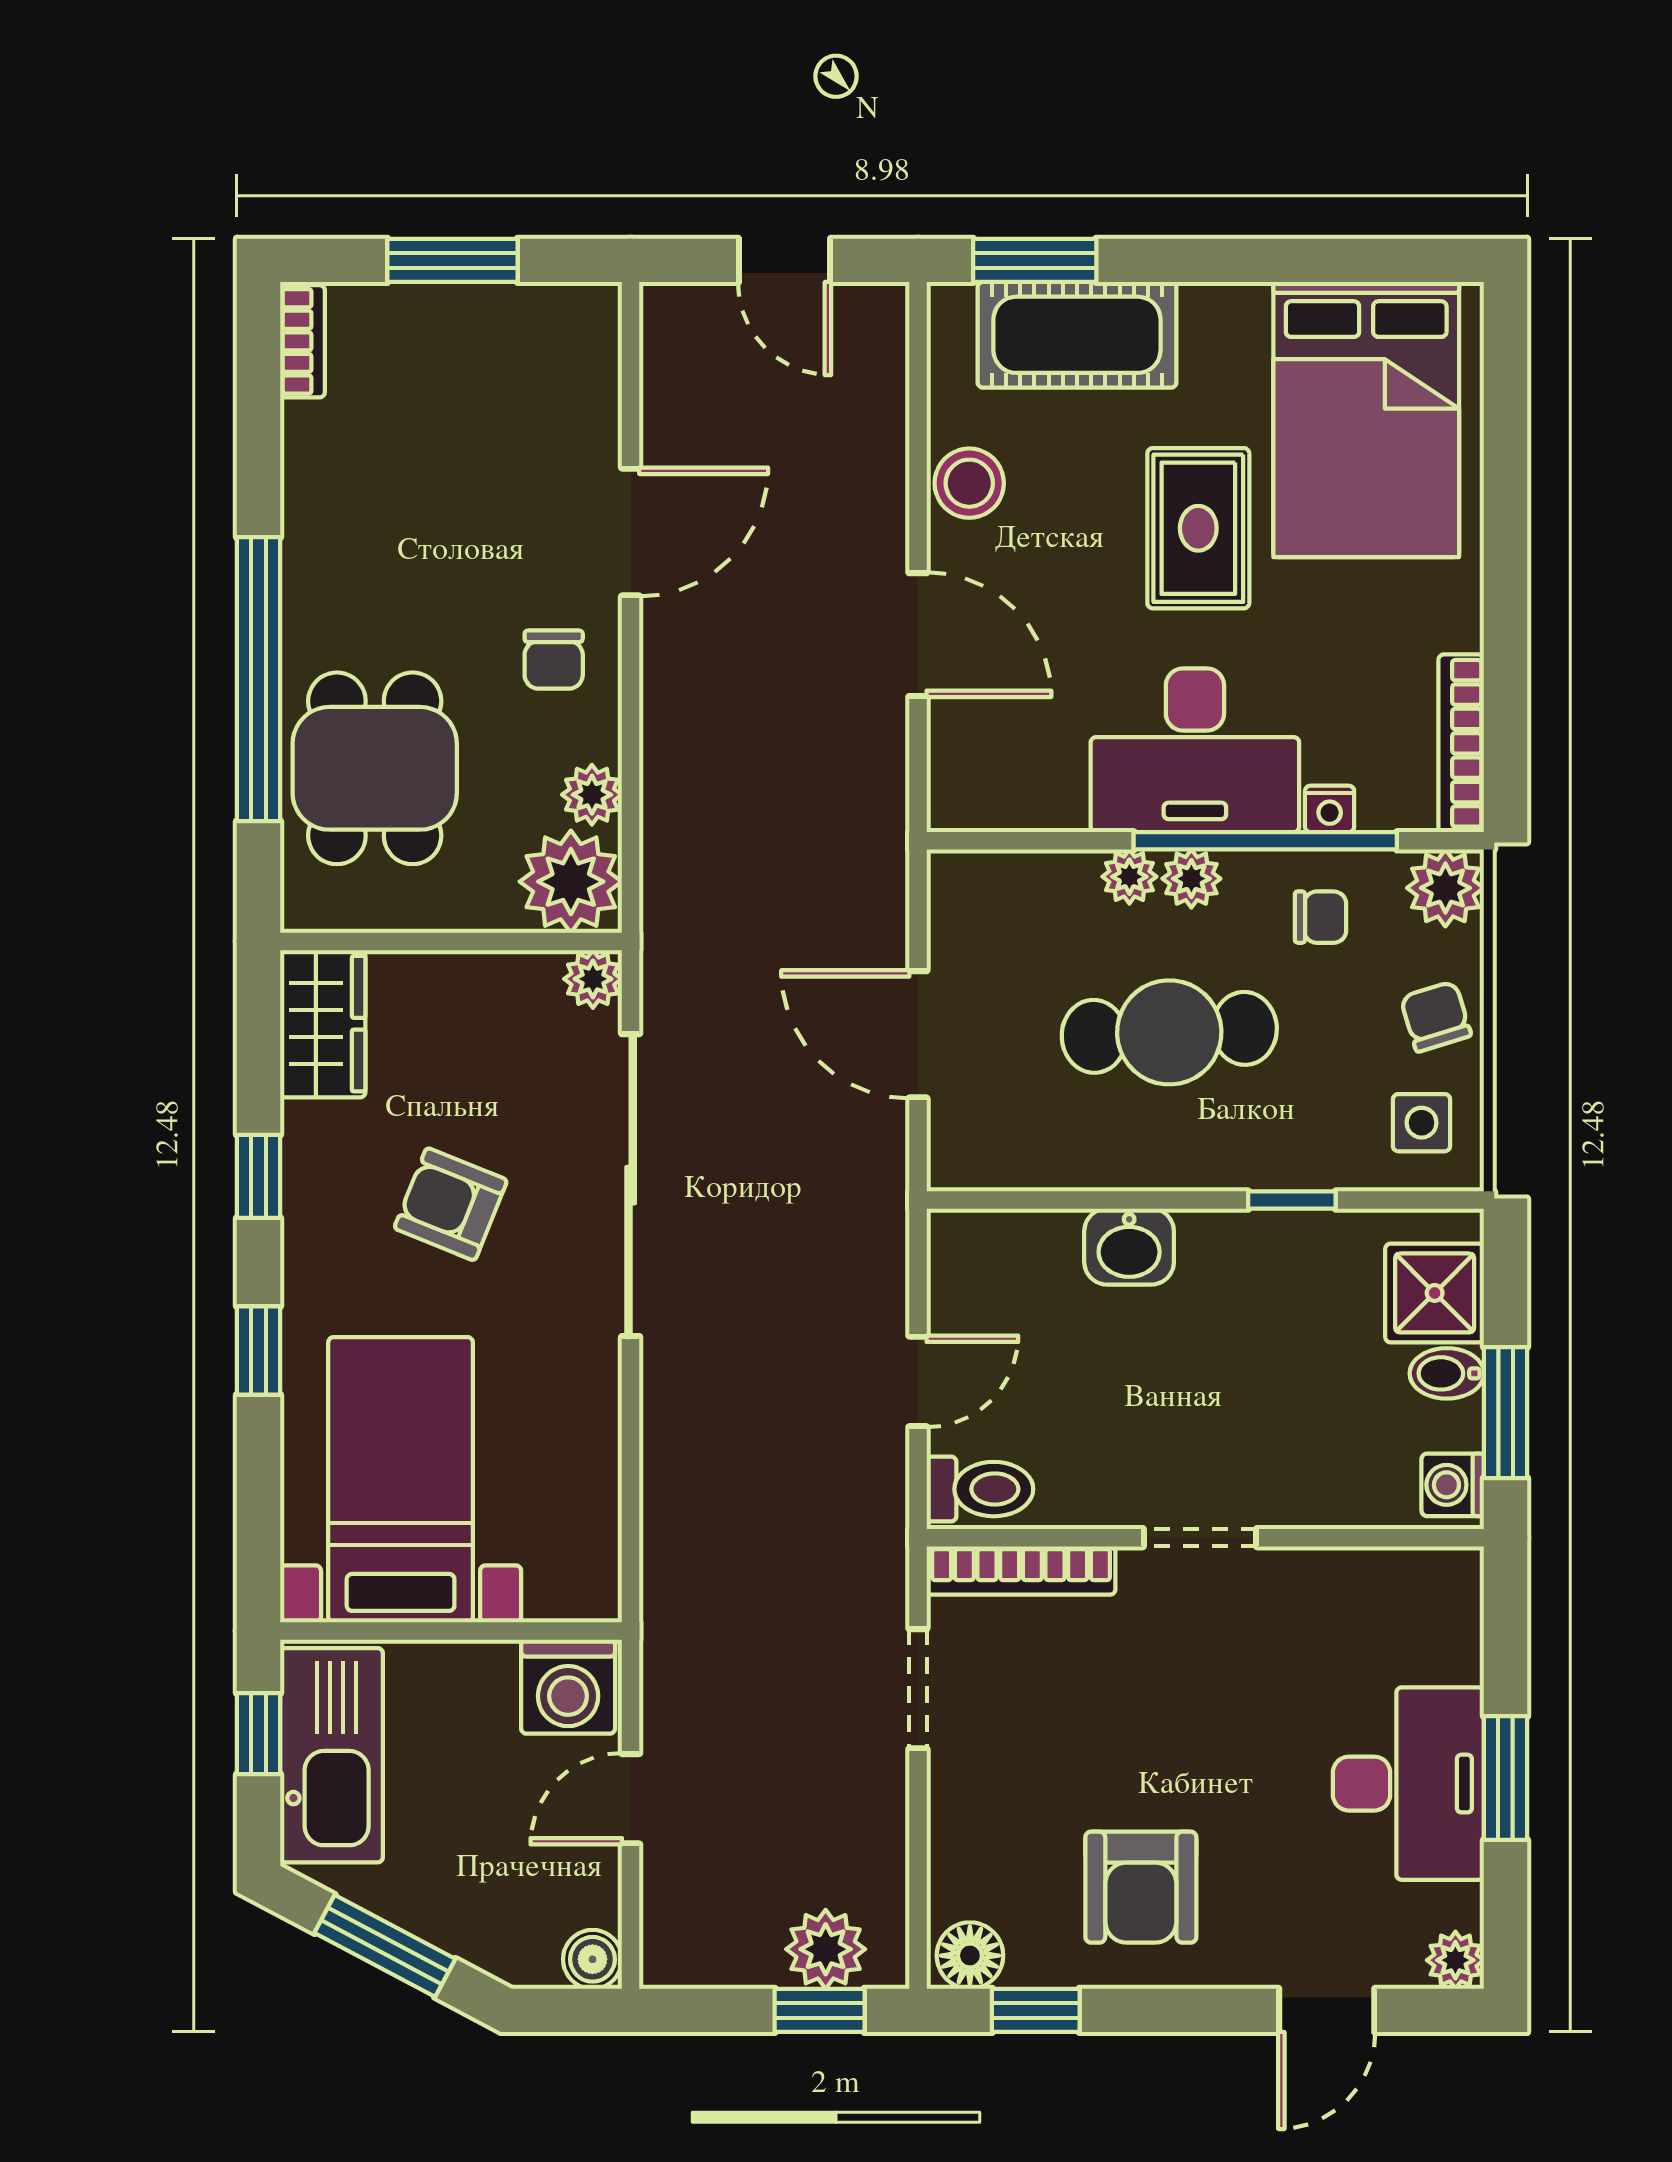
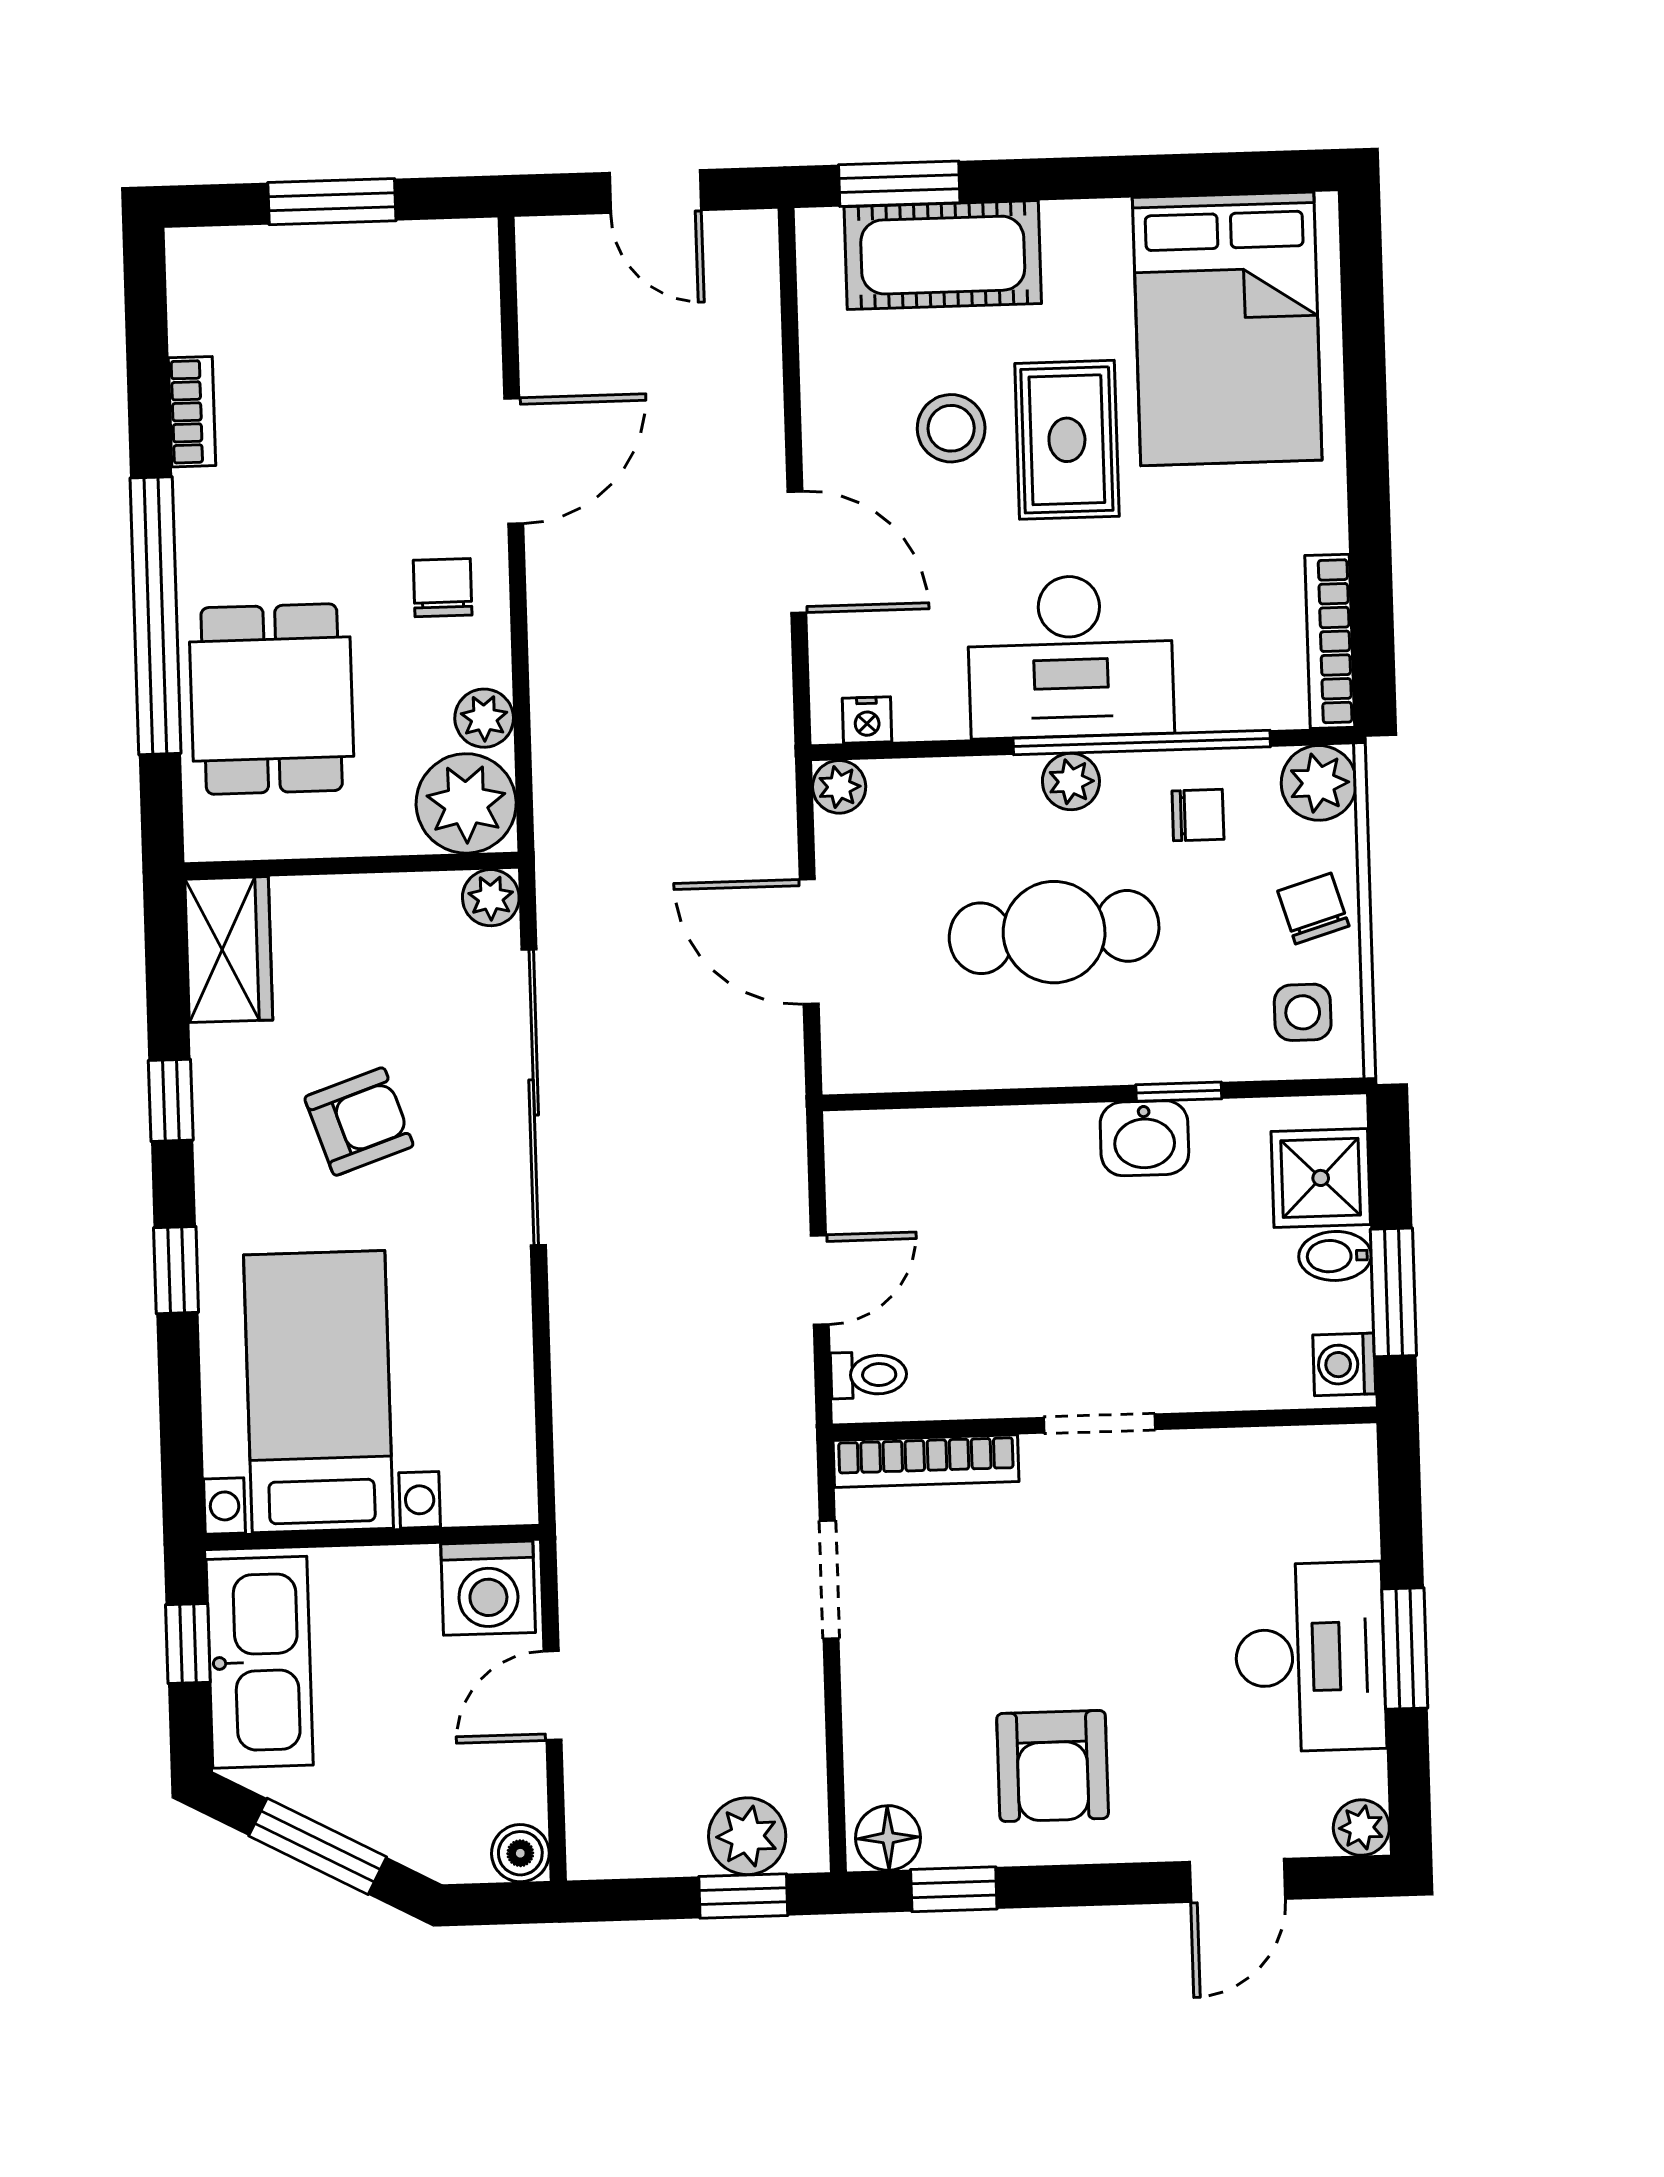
bookcase: (302, 341) -> (192, 412), moved
stool: (969, 483) -> (951, 428), moved
chair: (554, 660) -> (443, 588), turned 180
nightstand: (1330, 809) -> (867, 720), moved
plant: (1129, 877) -> (839, 787), moved
armchair: (451, 1204) -> (359, 1122), turned 139
washbasin: (1129, 1247) -> (1144, 1138), moved
toilet: (980, 1489) -> (869, 1375), width x0.73, depth x0.72

